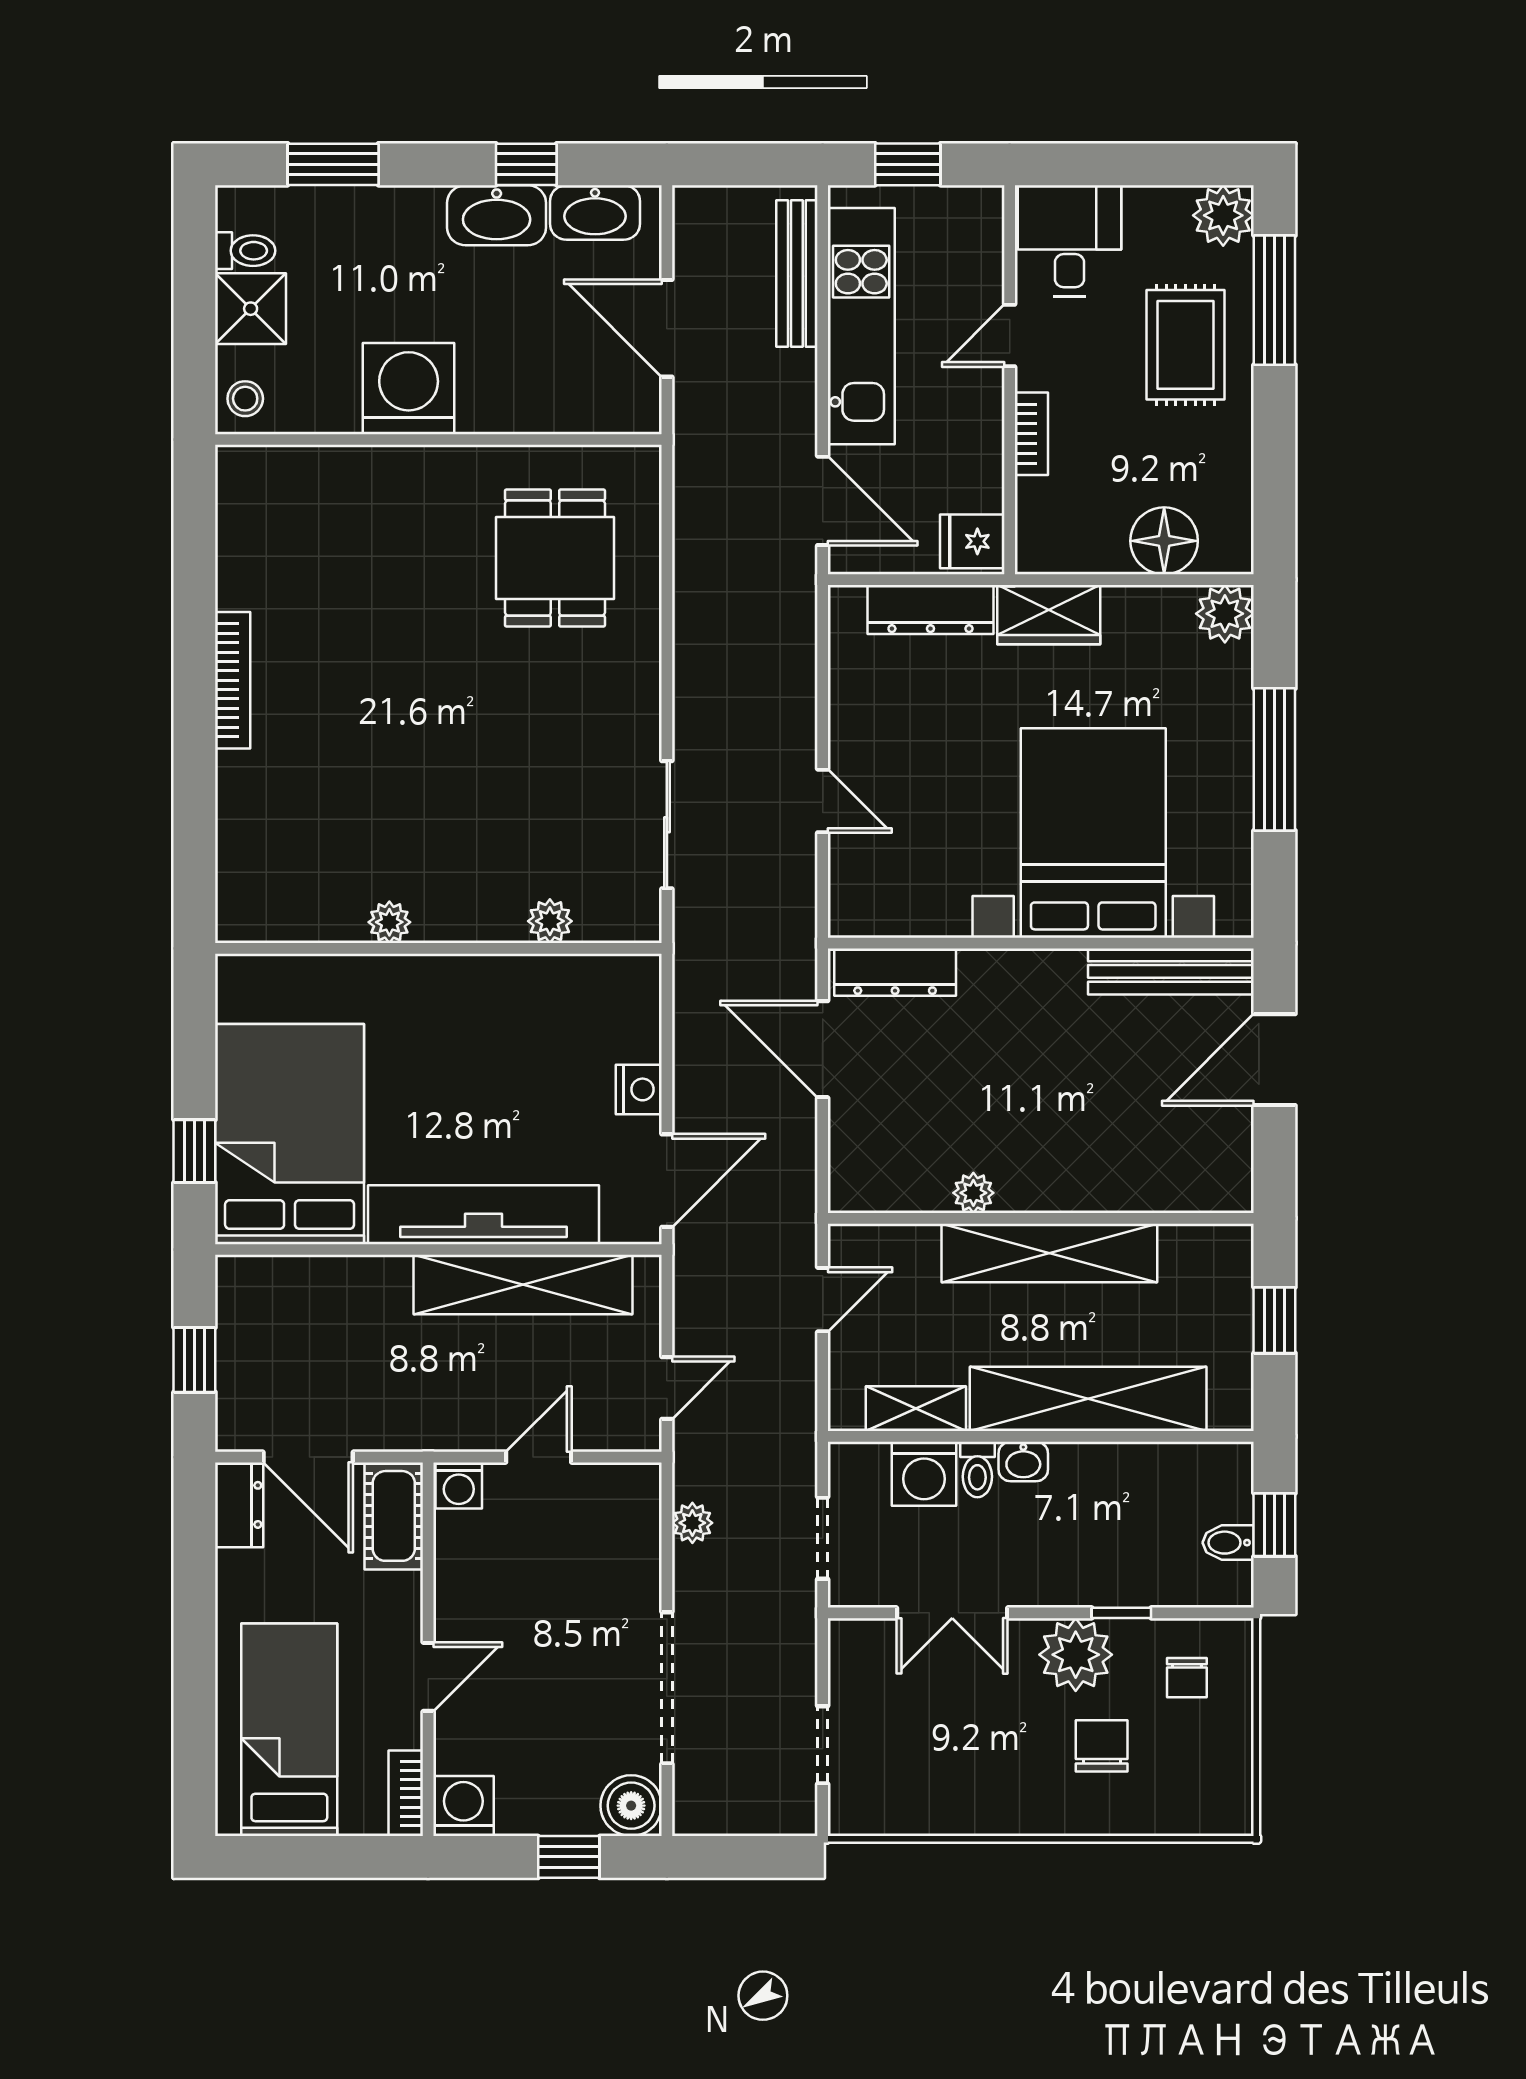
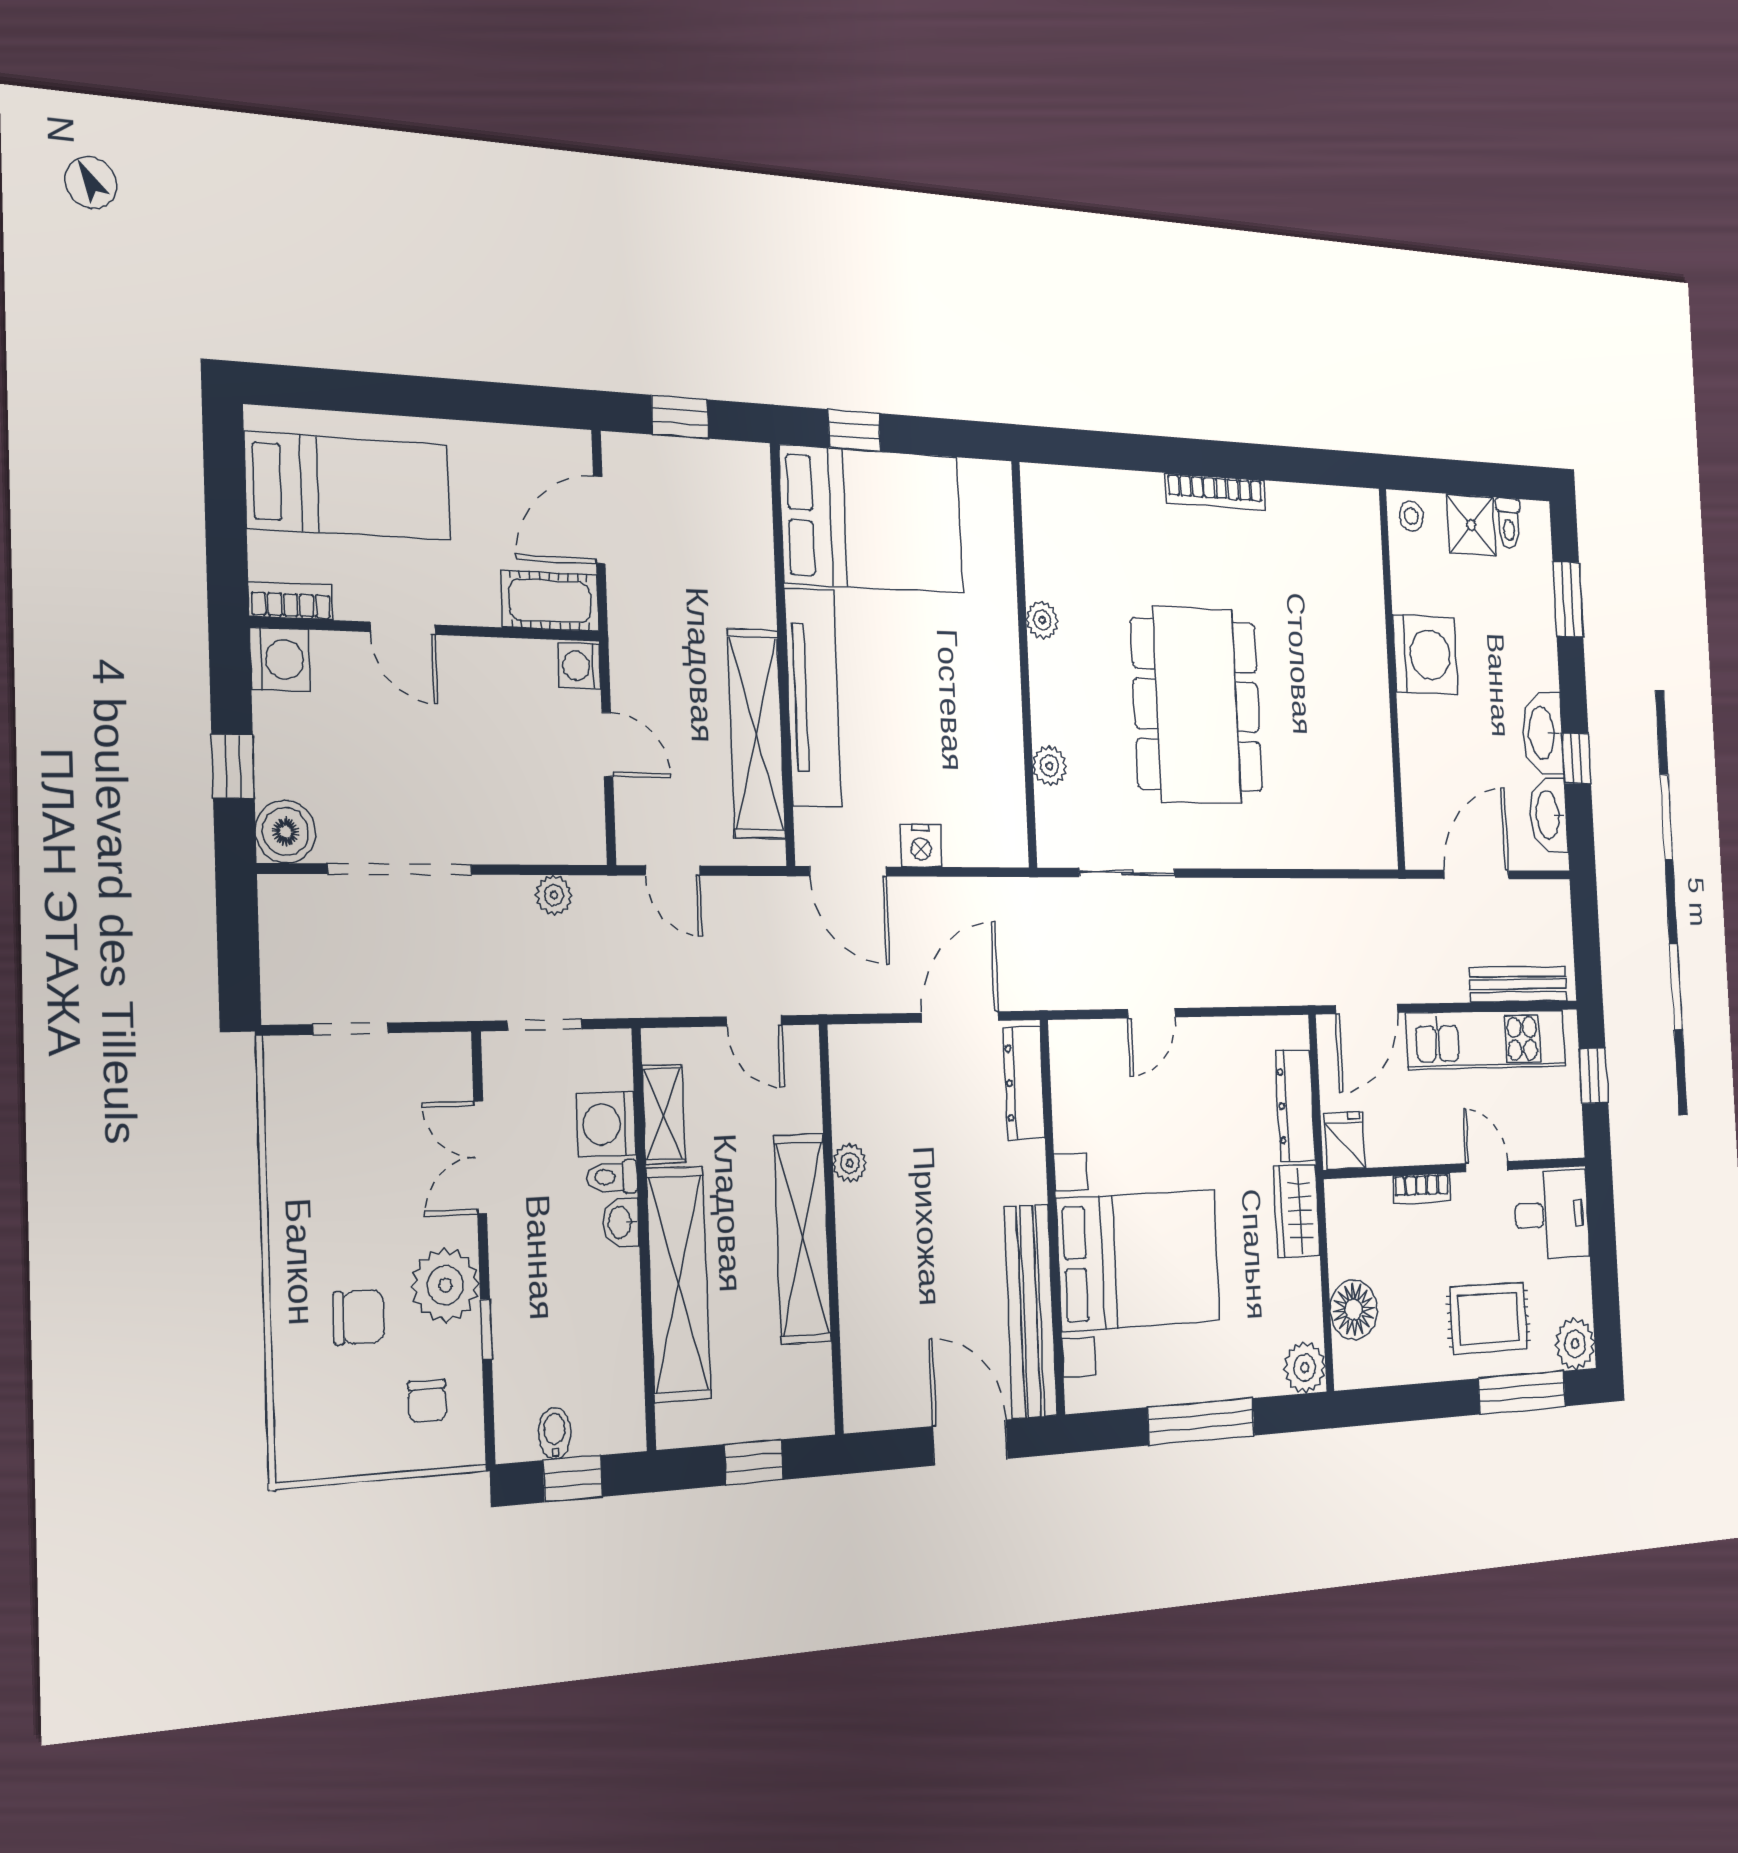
dining table: (555, 558) -> (1197, 705), moved, width x1.88, depth x1.24
bench: (1171, 971) -> (1031, 1311), width x1.37, depth x1.21
dresser: (239, 1505) -> (554, 450), removed
chair: (1187, 1678) -> (427, 1401), turned -90

